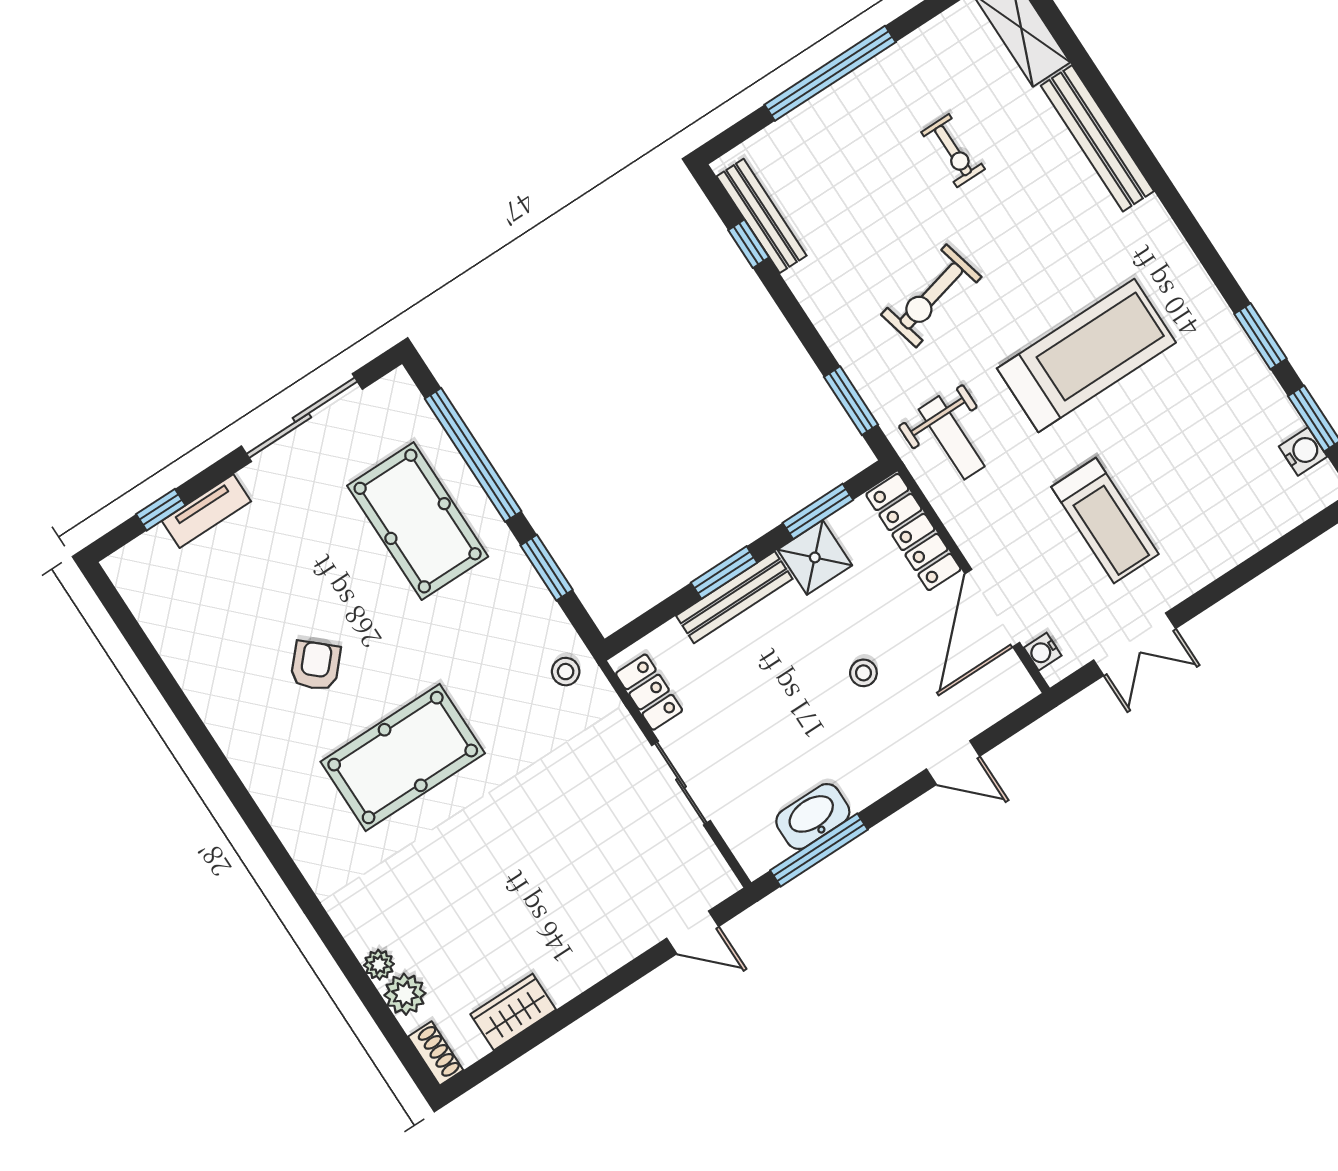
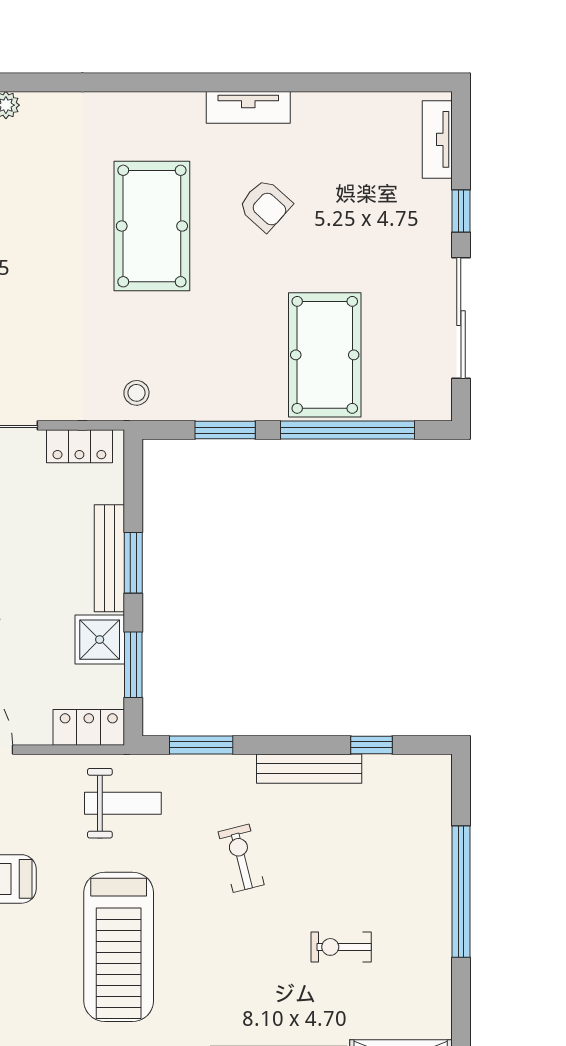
bench: (762, 216) -> (309, 769), moved
exercise bike: (931, 296) -> (241, 858), width x0.73, depth x0.72
weight bench: (952, 438) -> (123, 803), turned 180
window: (161, 510) -> (461, 211), moved
tv unit: (206, 511) -> (437, 139), moved
pool table: (418, 521) -> (325, 355), turned 90
locker: (913, 532) -> (89, 727), width x0.66
tv unit: (236, 740) -> (248, 107), added

